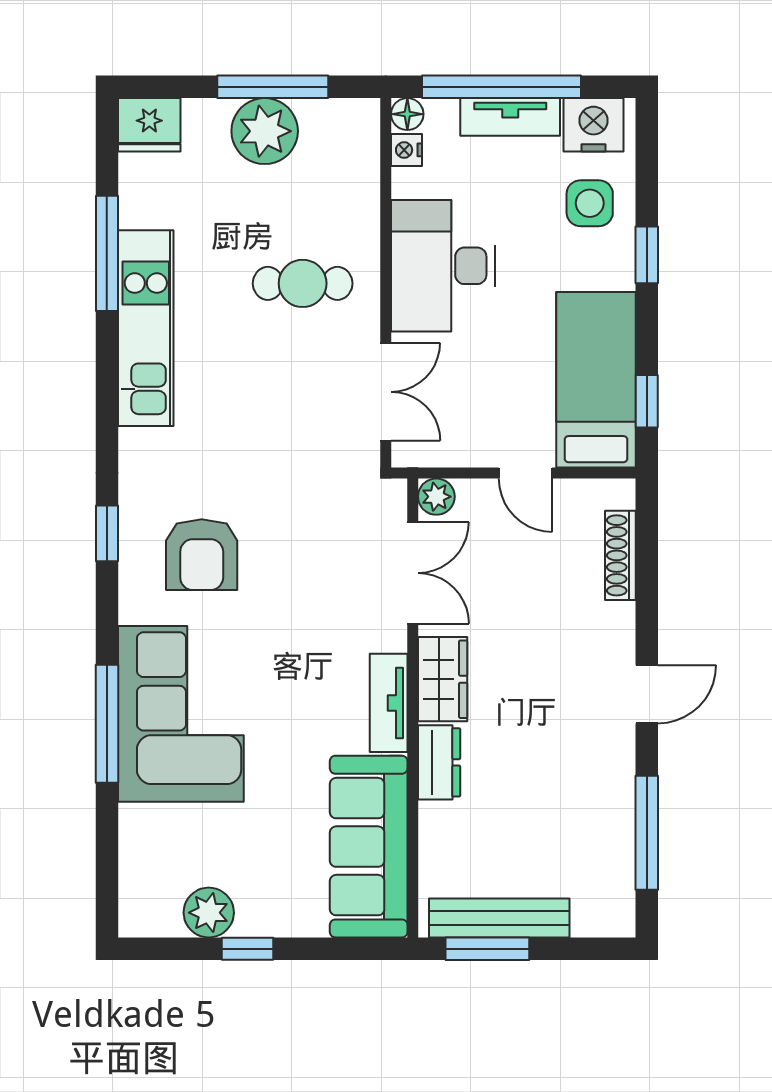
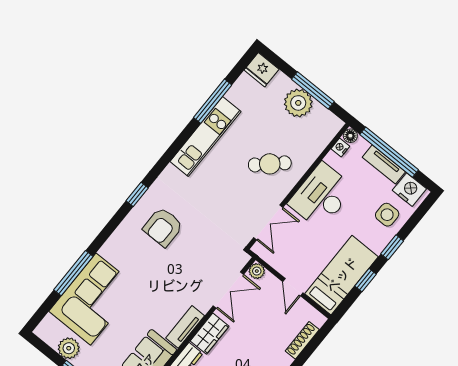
cafe table: (303, 283) -> (270, 164), turned -43
window: (647, 401) -> (366, 280), moved
corner sofa: (181, 714) -> (93, 299), moved
window: (107, 724) -> (73, 273), moved

